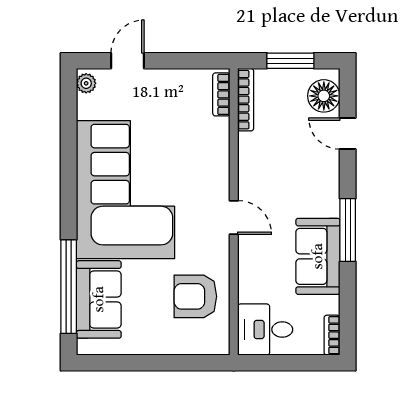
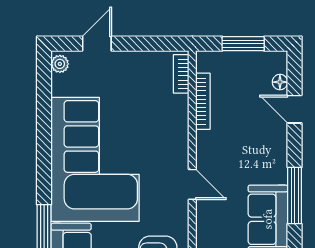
floor lamp: (324, 96) -> (280, 82), width x0.53, depth x0.53
bookcase: (246, 100) -> (203, 101), moved

